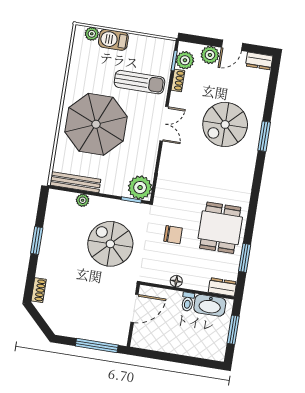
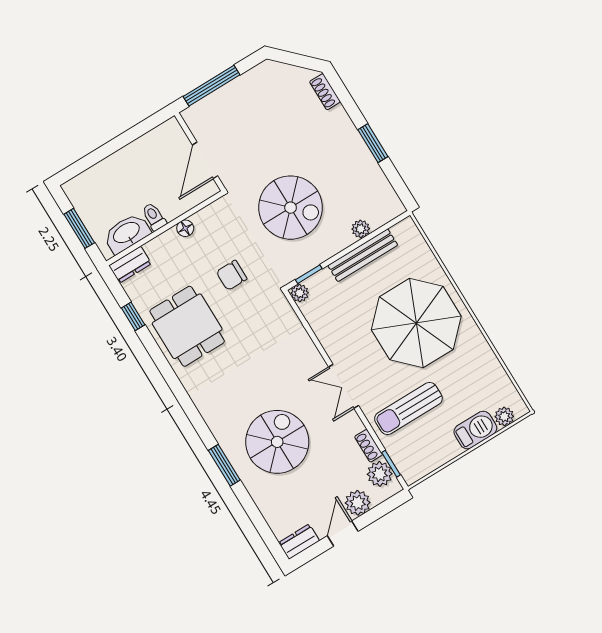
bench: (75, 182) -> (363, 255), moved
plant: (140, 188) -> (300, 293), width x0.53, depth x0.53
window: (245, 258) -> (133, 316), width x0.67

